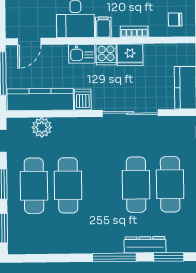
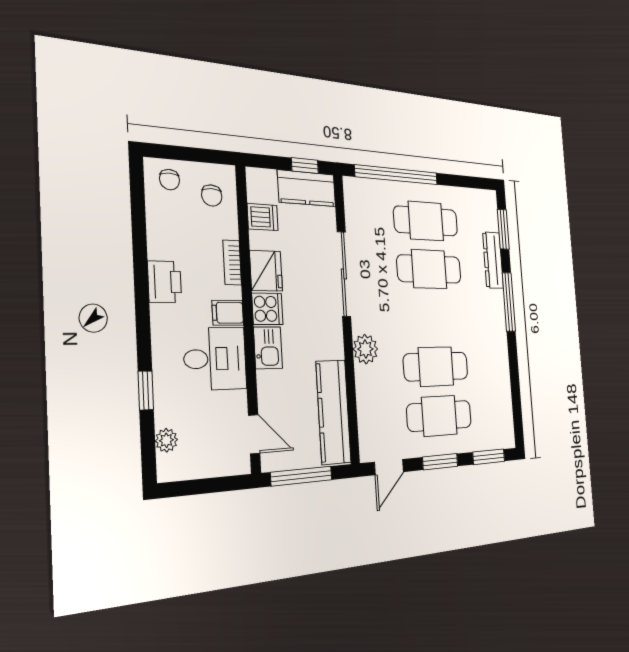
dishwasher: (83, 100) -> (263, 217), moved, turned 180
plant: (42, 127) -> (365, 349), moved

